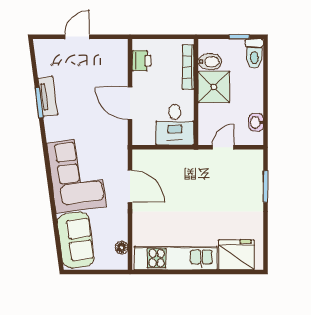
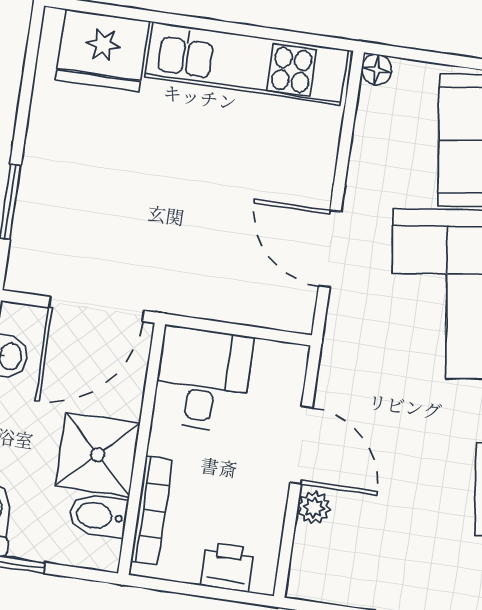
printer: (141, 61) -> (228, 567), moved, turned 90
plant: (121, 78) -> (314, 508), added
door: (223, 147) -> (96, 309), width x1.88
floor lamp: (121, 248) -> (377, 69), moved

